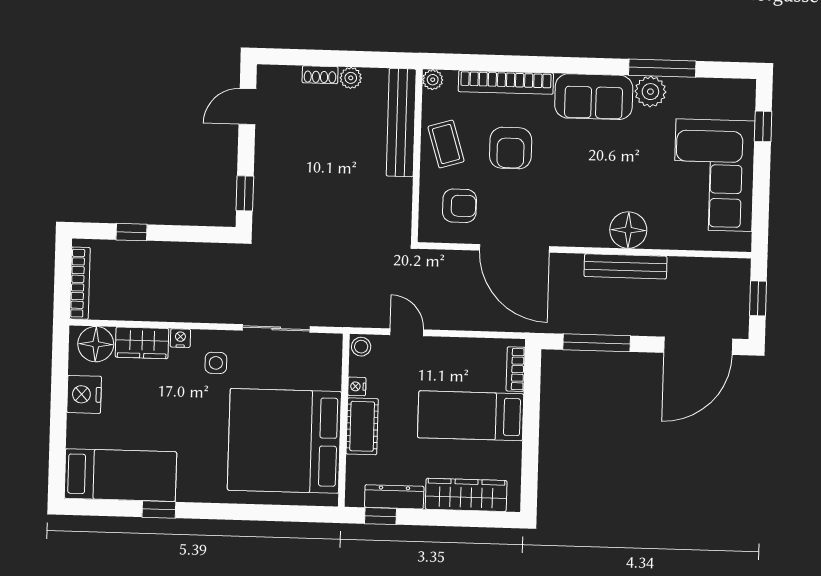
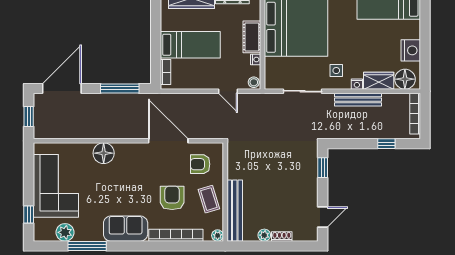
plant: (650, 92) -> (65, 232), moved
bench: (626, 266) -> (358, 100), moved

